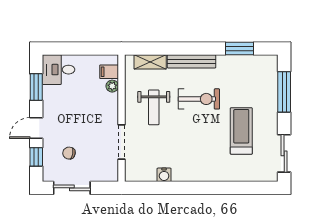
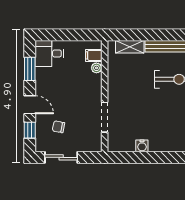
weight bench: (154, 107) -> (133, 87), removed
door: (36, 128) -> (30, 105), swing flipped

